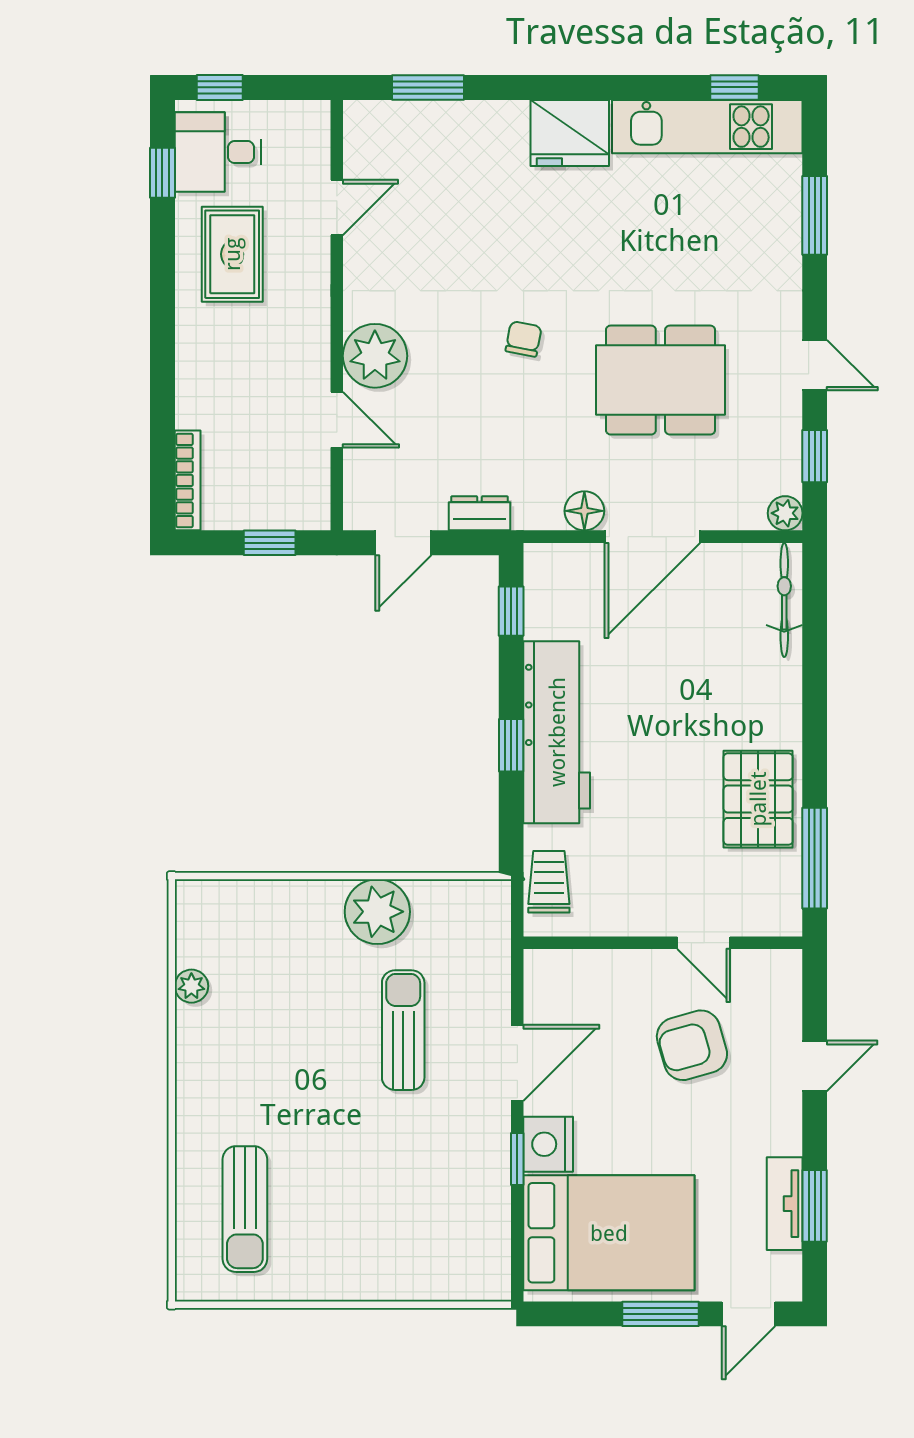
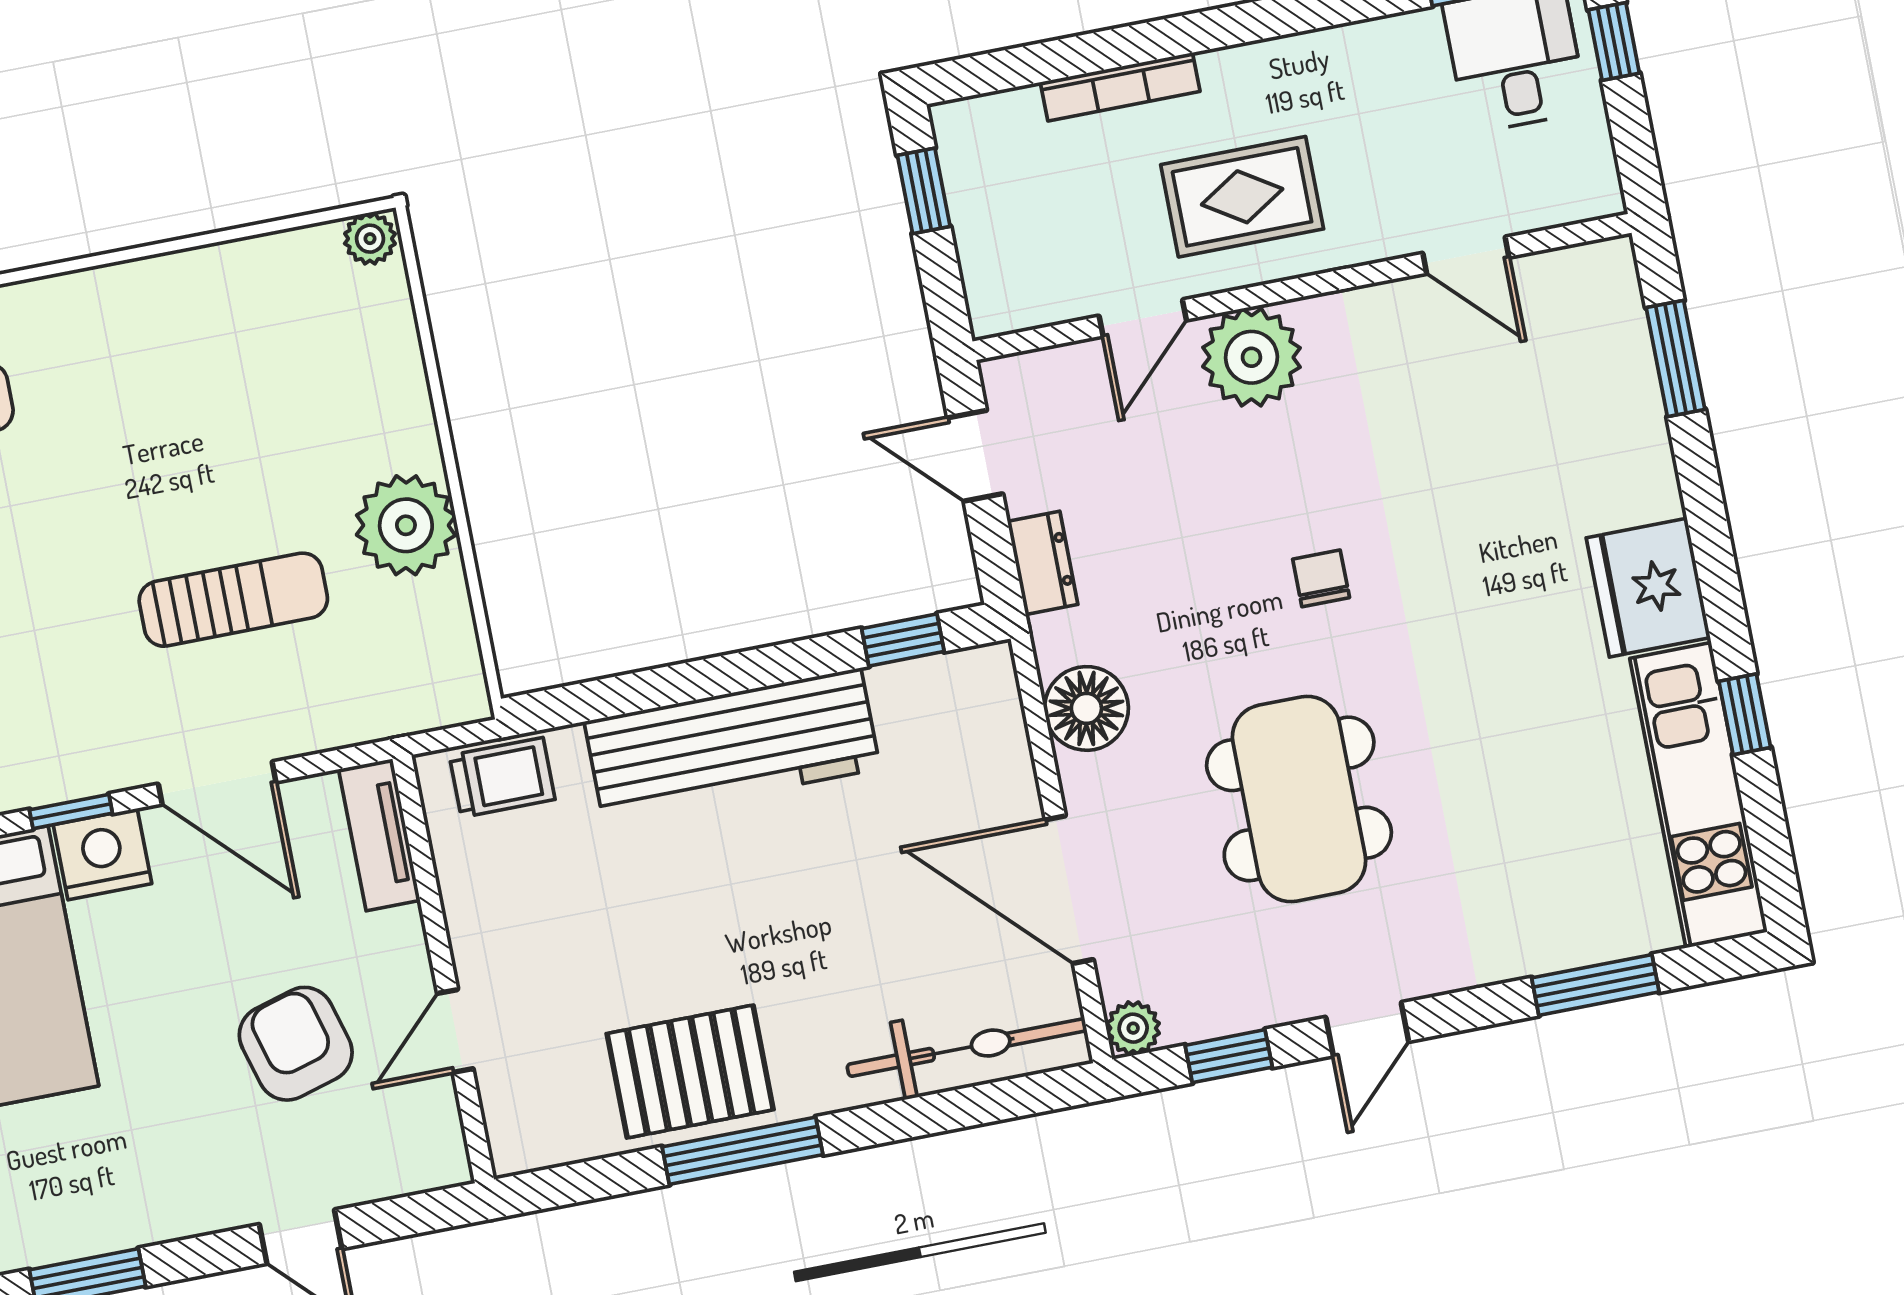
window: (735, 87) -> (1745, 714), moved
rug: (232, 254) -> (1242, 197), moved
chair: (524, 339) -> (1321, 578), turned -101
bookcase: (188, 480) -> (1120, 87), moved
floor lamp: (584, 511) -> (1086, 708), width x1.38, depth x1.38
door: (652, 537) -> (1069, 890), moved
window: (270, 543) -> (924, 191), moved
bicycle: (784, 600) -> (967, 1048), width x1.37, depth x1.40
window: (511, 745) -> (699, 680), removed
window: (815, 858) -> (743, 1151), moved
plant: (191, 986) -> (370, 239), moved
tv unit: (785, 1204) -> (379, 835), moved, turned -90

